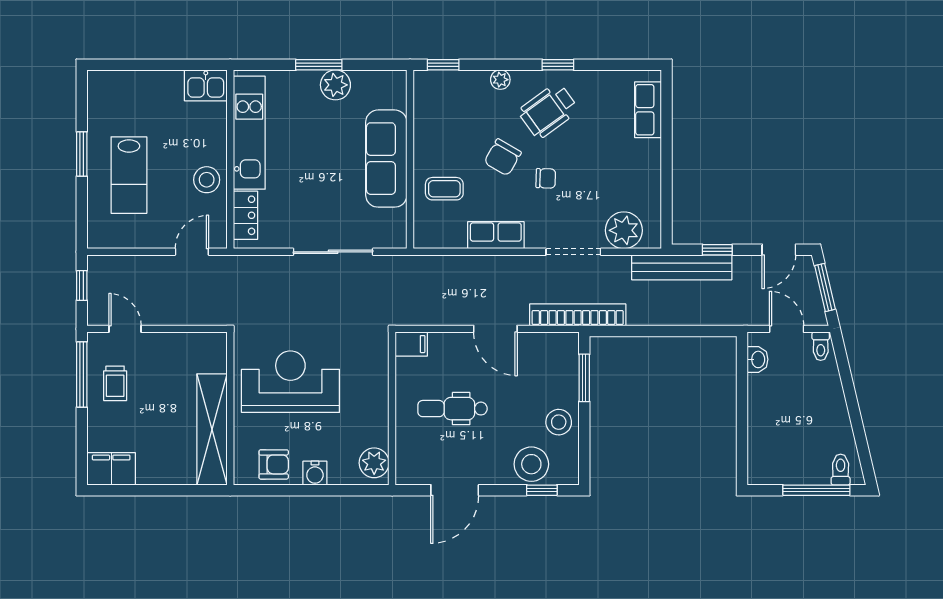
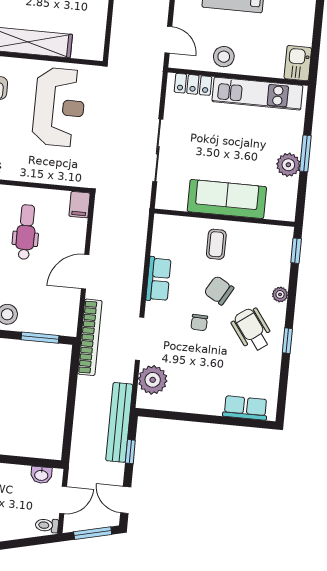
coffee table: (444, 189) -> (216, 244), moved

